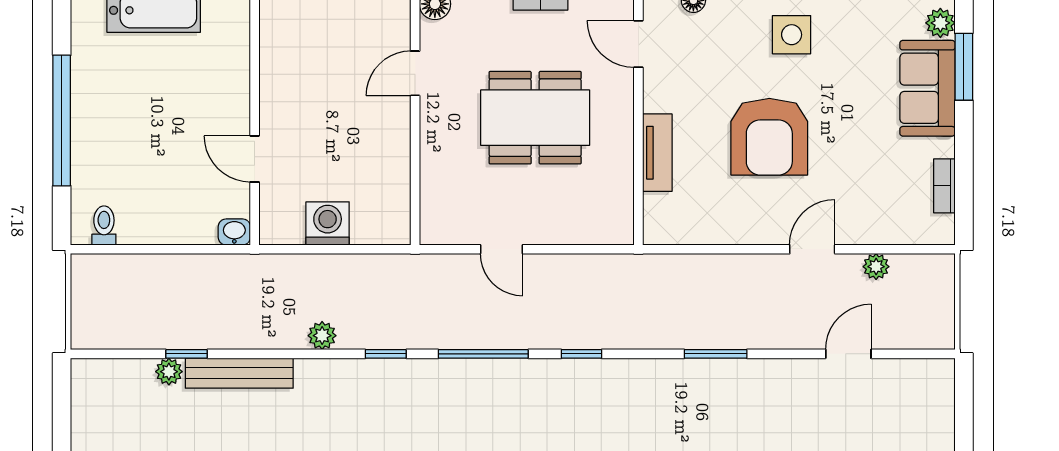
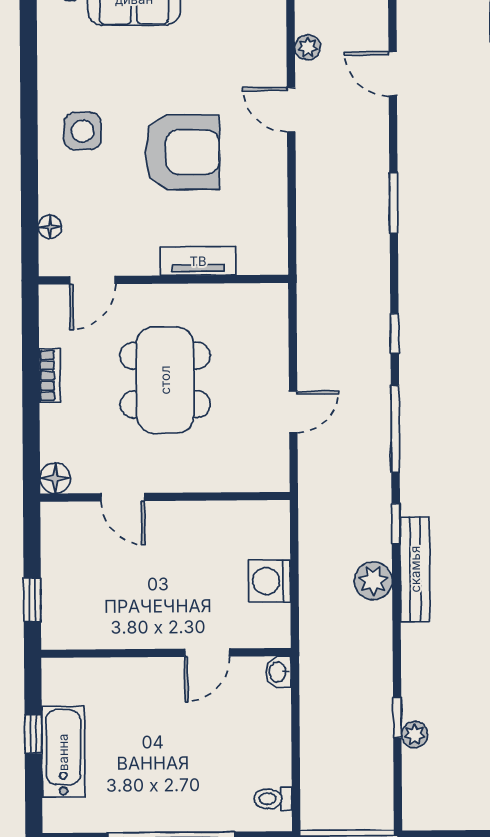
plant: (322, 336) -> (373, 581), width x1.38, depth x1.38
bench: (239, 373) -> (415, 569), moved

